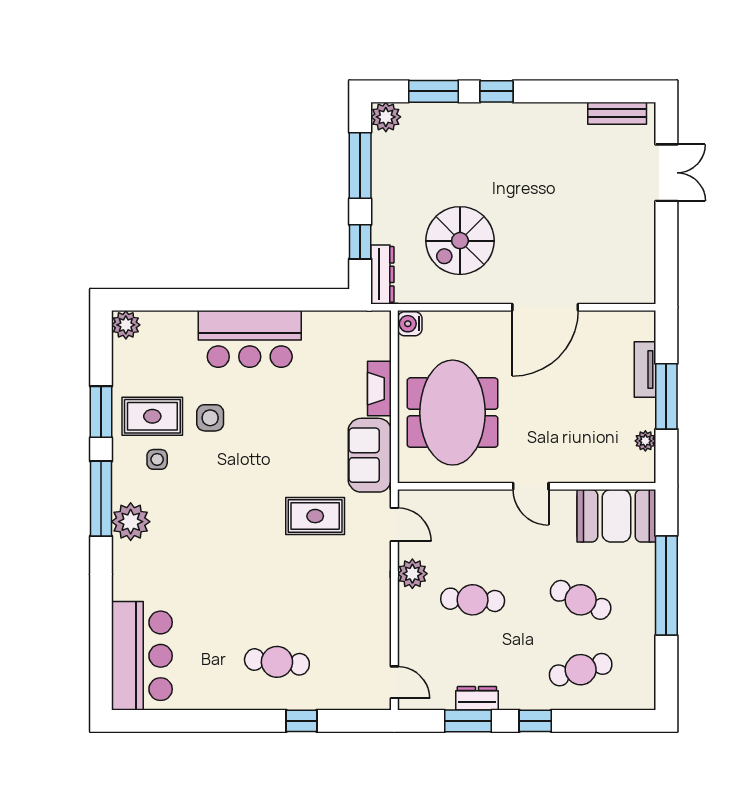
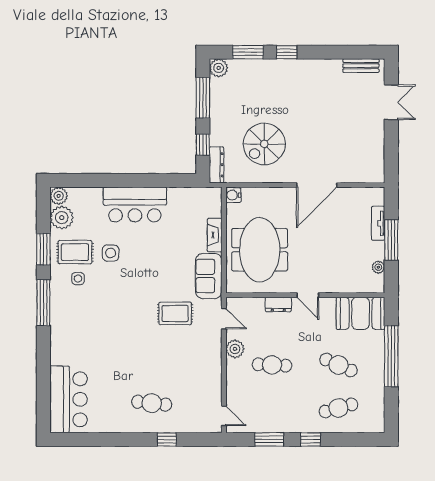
plant: (131, 522) -> (62, 218), moved
dresser: (477, 698) -> (278, 304), moved, turned 180

